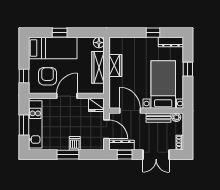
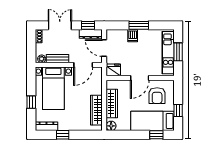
window: (60, 33) -> (156, 135), moved
wardrobe: (115, 66) -> (96, 110), width x1.50
window: (24, 76) -> (178, 111), moved
door: (130, 111) -> (83, 65), hinge flipped

